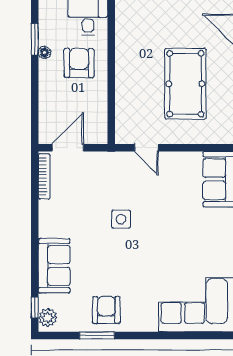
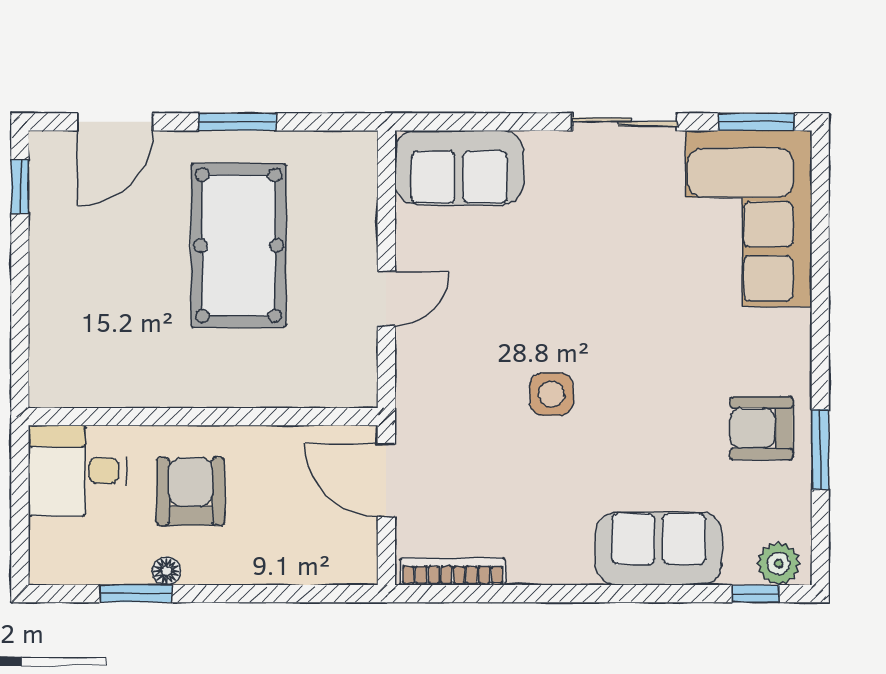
armchair: (79, 63) -> (191, 491), turned 90
pool table: (185, 84) -> (239, 245), turned 90
door: (68, 148) -> (386, 480), moved
door: (146, 148) -> (386, 298), moved

